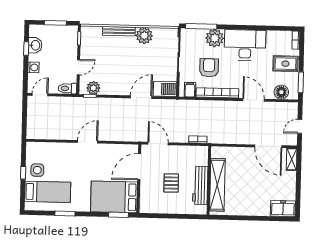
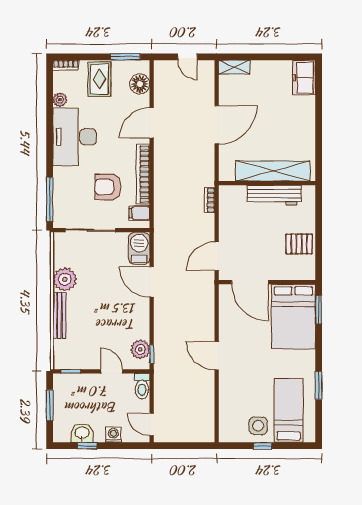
plant: (215, 38) -> (60, 100), moved, width x0.53, depth x0.53
door: (268, 146) -> (217, 125), moved
pallet: (171, 183) -> (299, 244), moved

